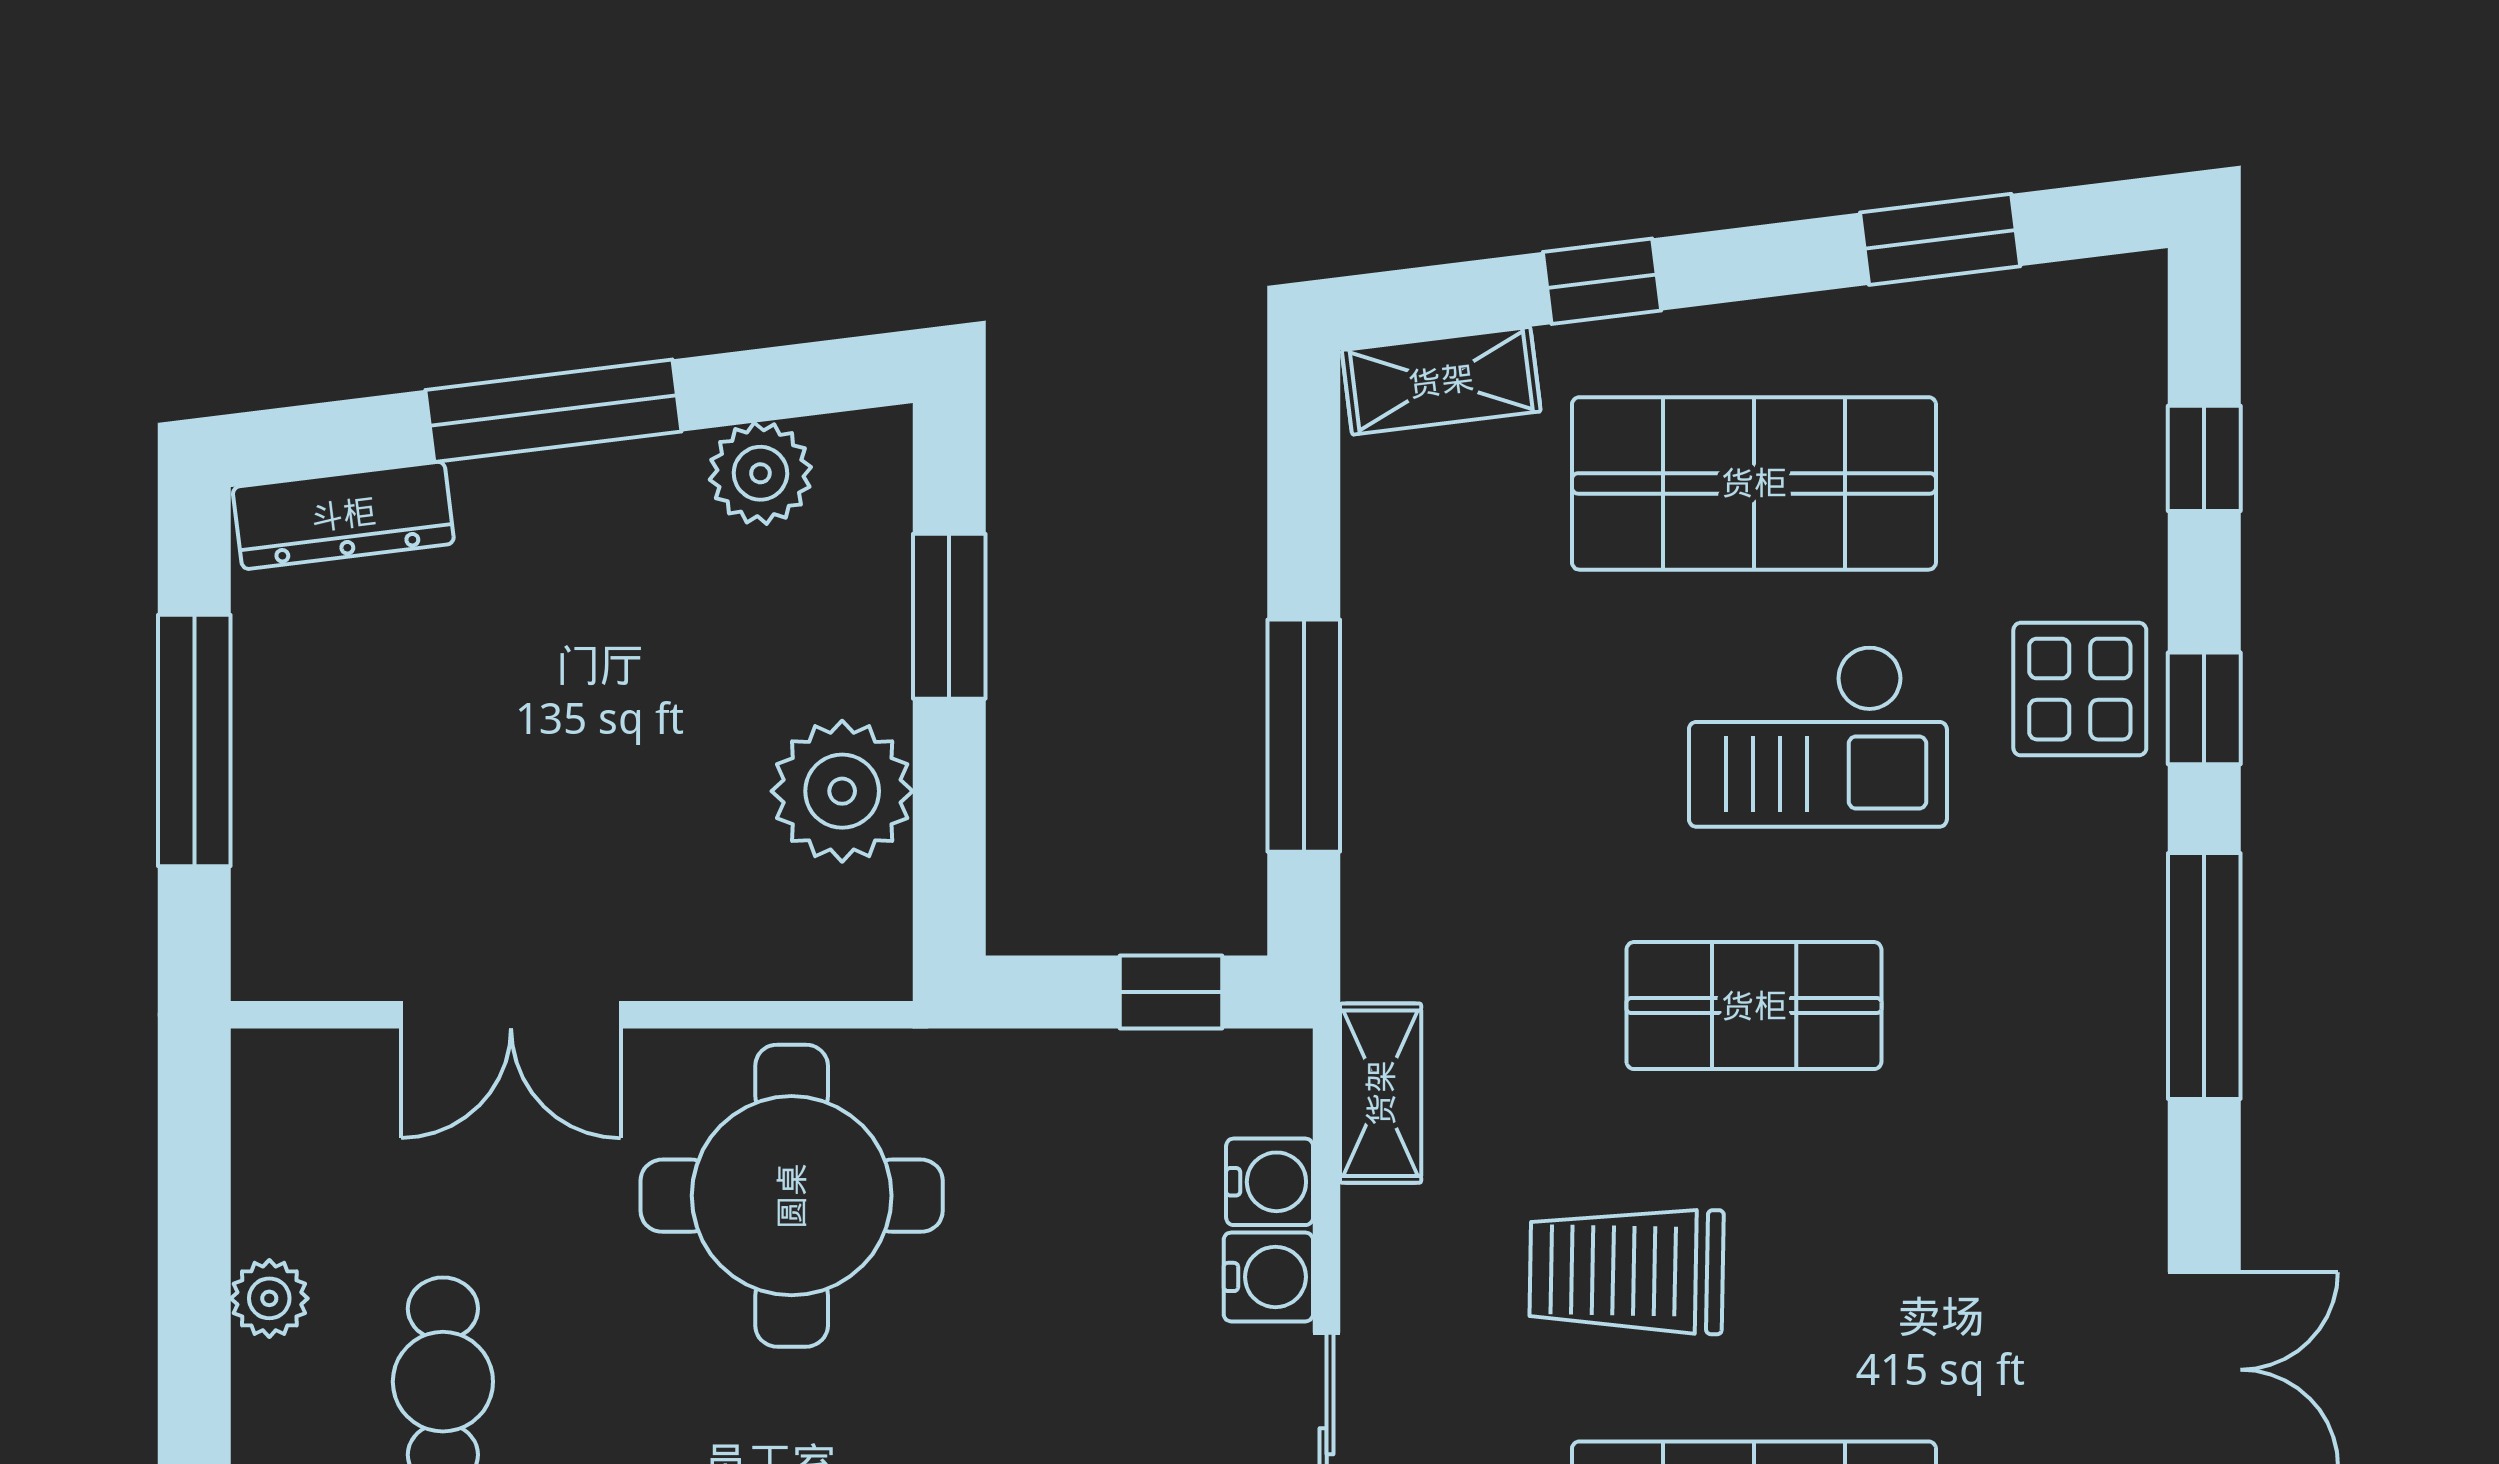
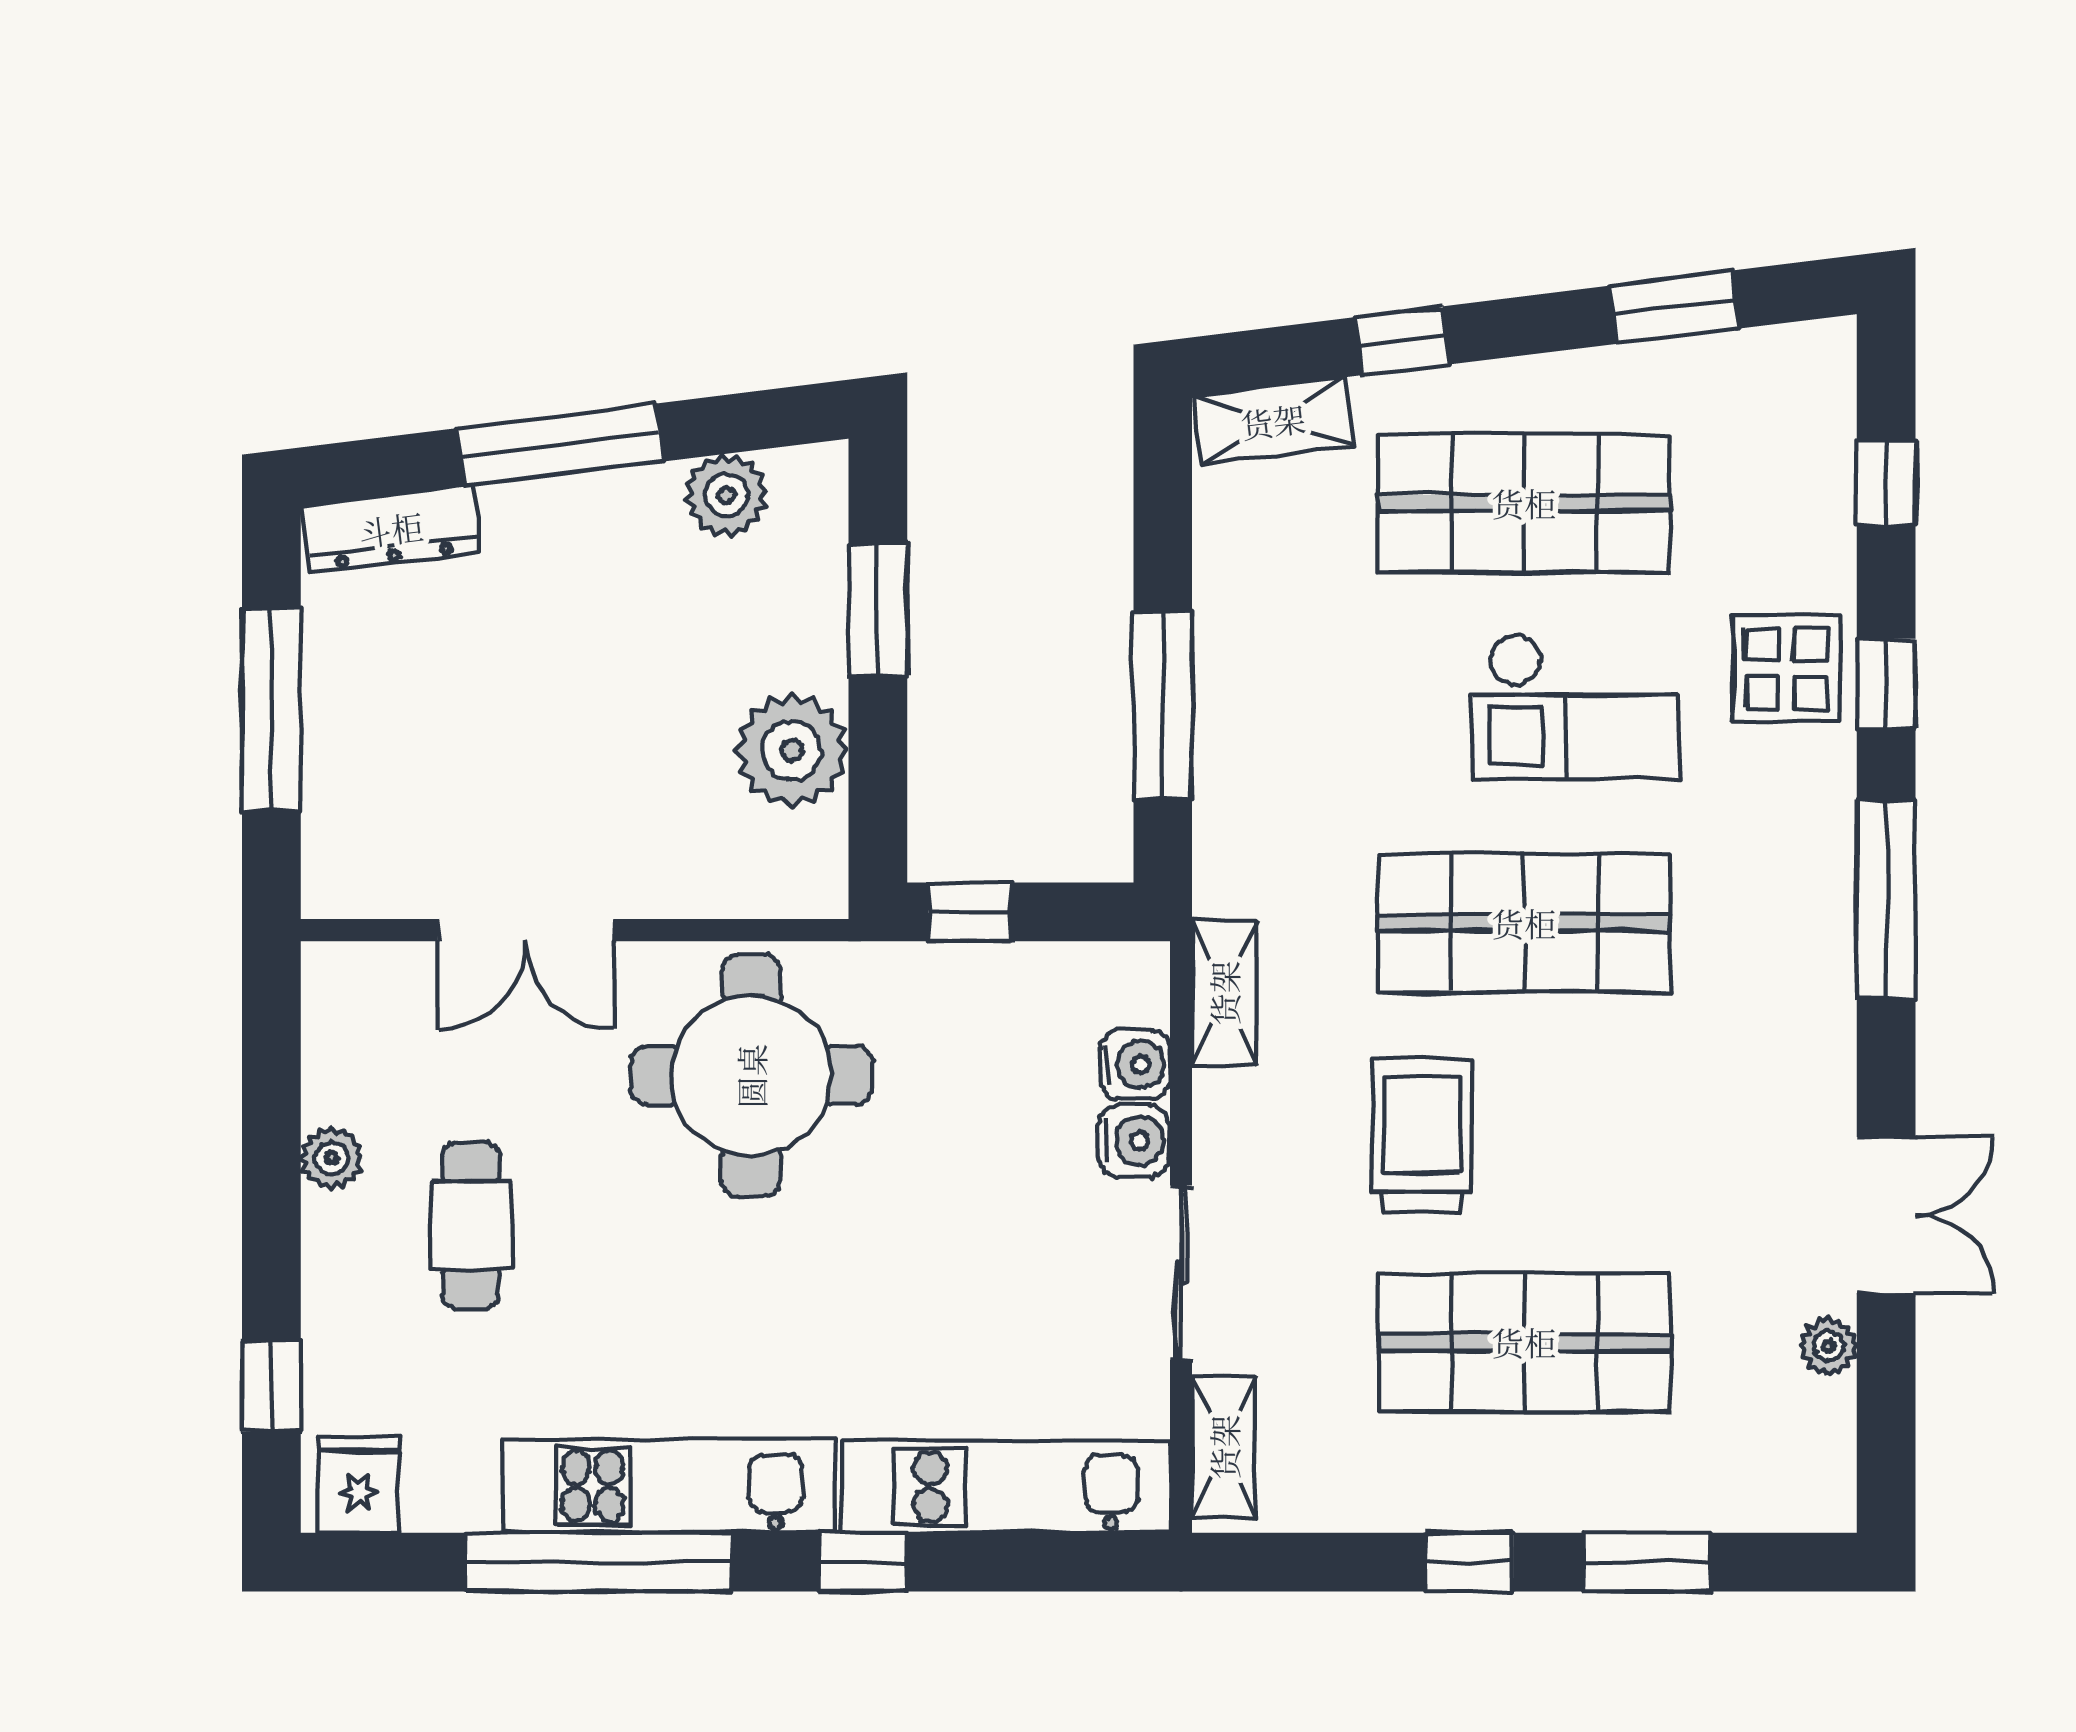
window: (1171, 992) -> (970, 912), moved
shop shelf: (1754, 1006) -> (1524, 923), width x1.43, depth x1.36
trolley: (1626, 1271) -> (1422, 1136), turned 89

